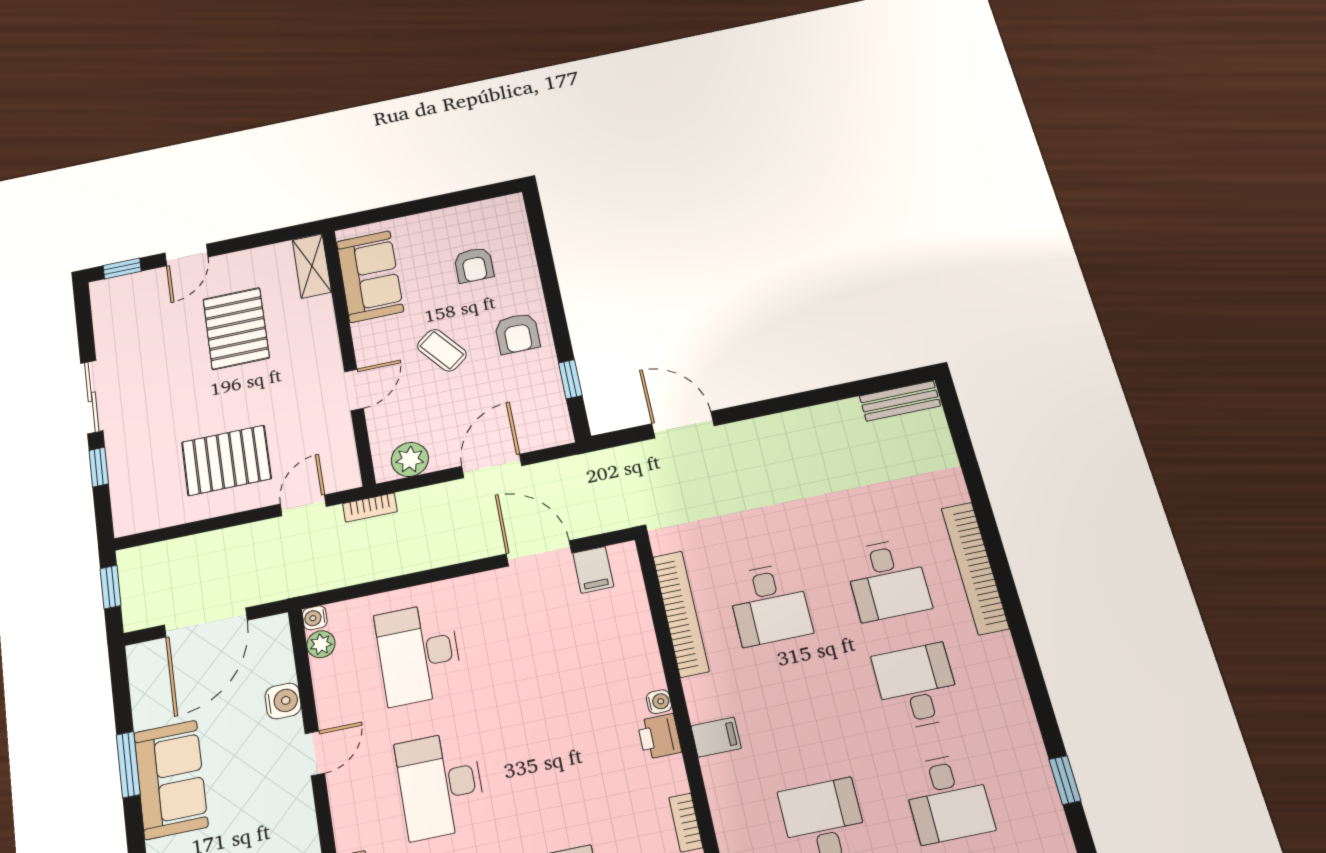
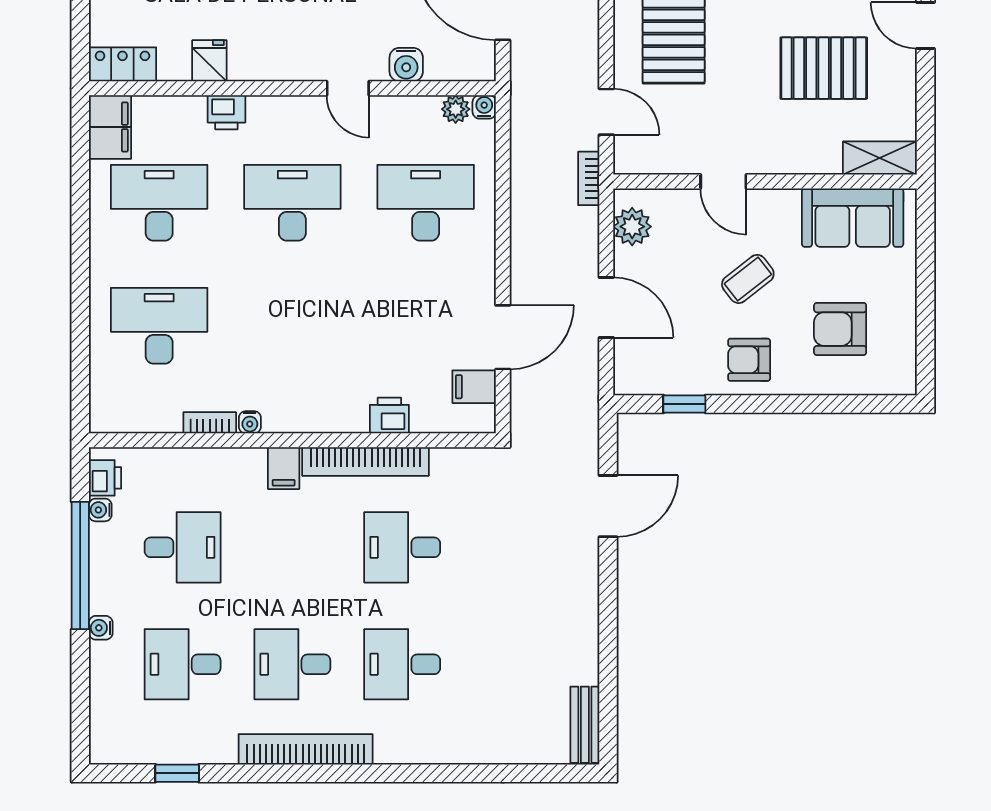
armchair: (474, 265) -> (840, 329), width x1.38, depth x1.38
bookcase: (975, 568) -> (306, 749), moved
bookcase: (681, 614) -> (365, 461), moved
desk: (917, 686) -> (292, 664), turned 180
water cooler: (659, 702) -> (250, 422), moved
printer: (659, 736) -> (389, 416), moved

